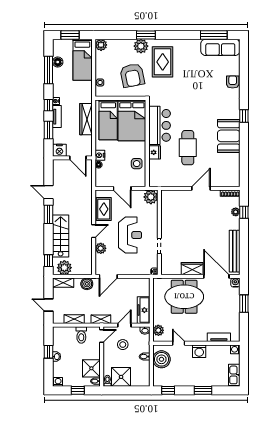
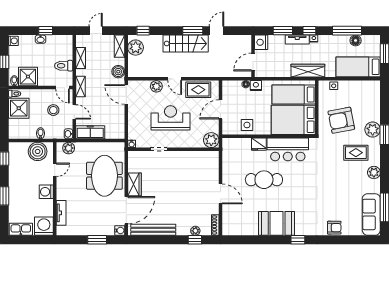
plant: (101, 45) -> (374, 172), moved
rug: (163, 62) -> (356, 153), width x0.73, depth x0.70
wardrobe: (86, 119) -> (308, 71), moved
reception desk: (130, 235) -> (171, 118), turned 180
stairs: (61, 236) -> (186, 44), moved
washing machine: (235, 349) -> (44, 226), width x1.89, depth x1.89

